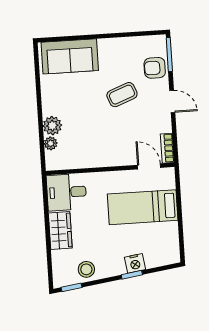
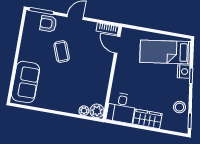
armchair: (155, 68) -> (48, 24), turned 90
plant: (52, 126) -> (97, 111), moved
door: (149, 166) -> (117, 45), hinge flipped
bed: (143, 207) -> (165, 52), moved, turned 82

